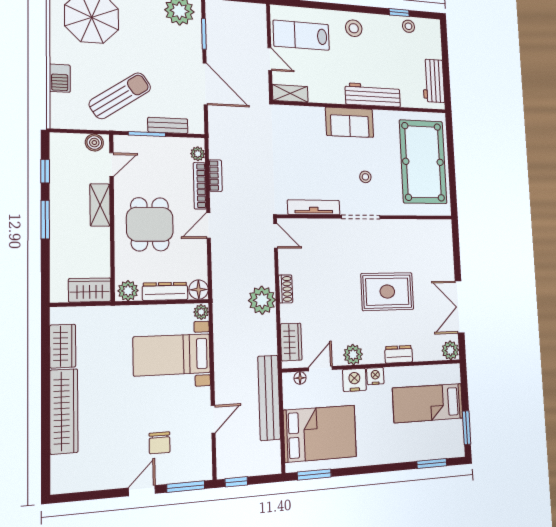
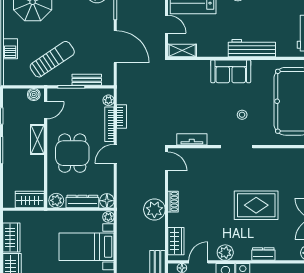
tv unit: (314, 207) -> (192, 139), width x0.71

